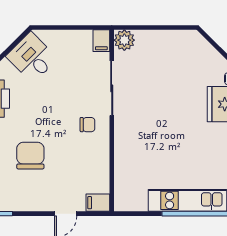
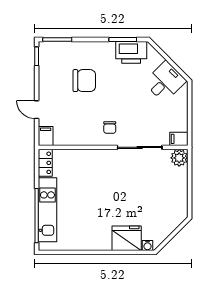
locker: (130, 203) -> (45, 163), added

